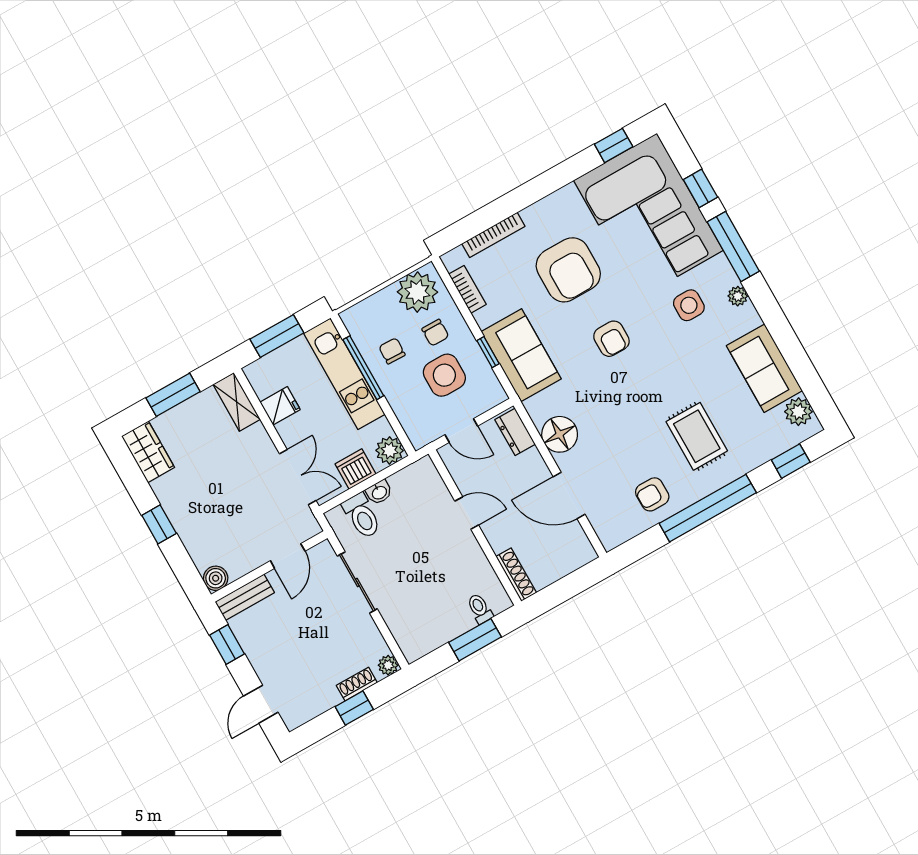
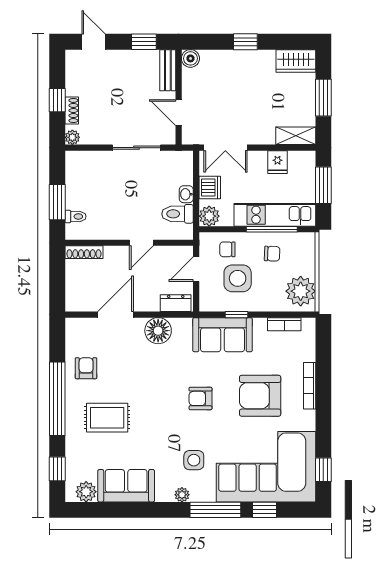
bookcase: (493, 235) -> (310, 386), moved
chair: (435, 333) -> (227, 249), moved
toilet: (362, 516) -> (178, 214), moved

